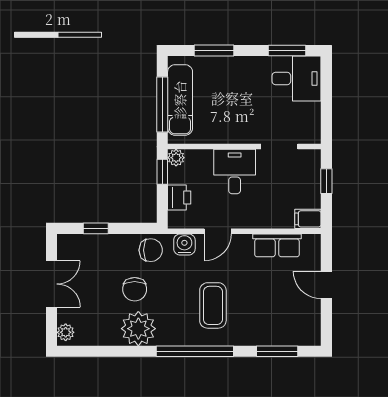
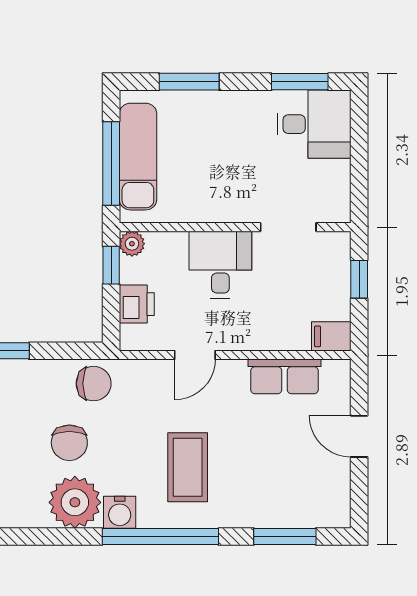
water cooler: (184, 244) -> (120, 512), moved, turned 180

